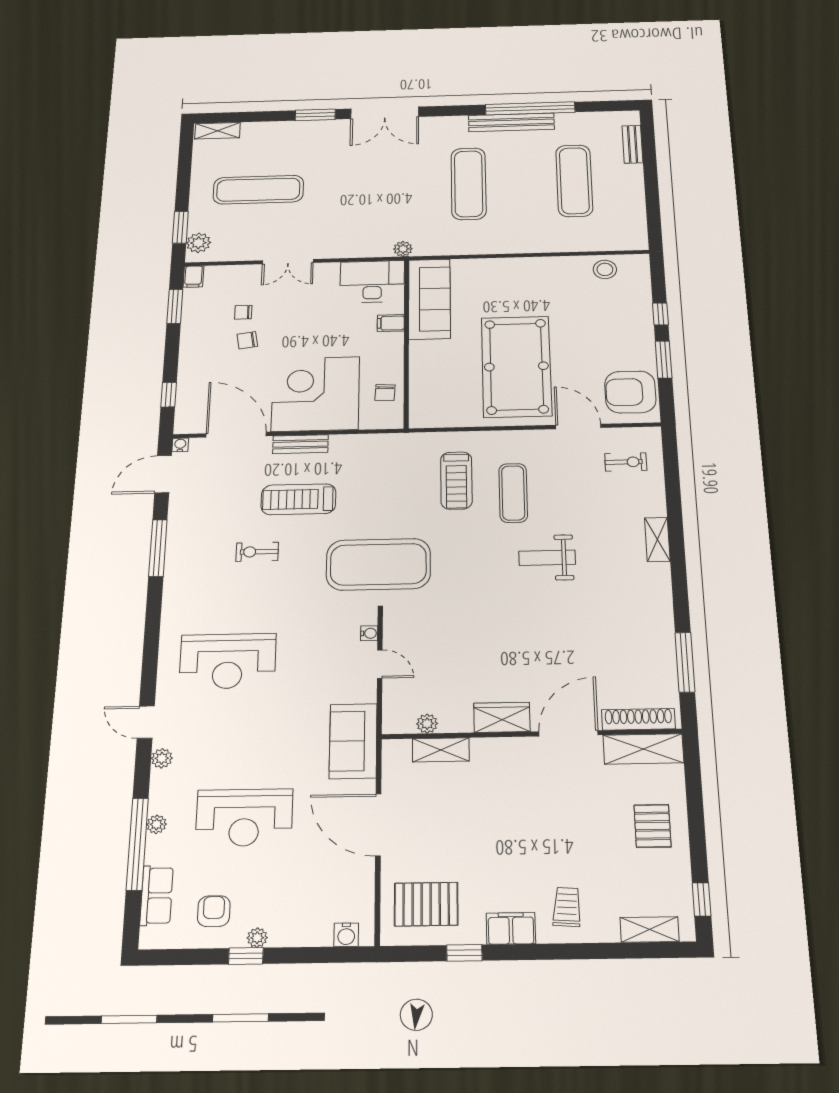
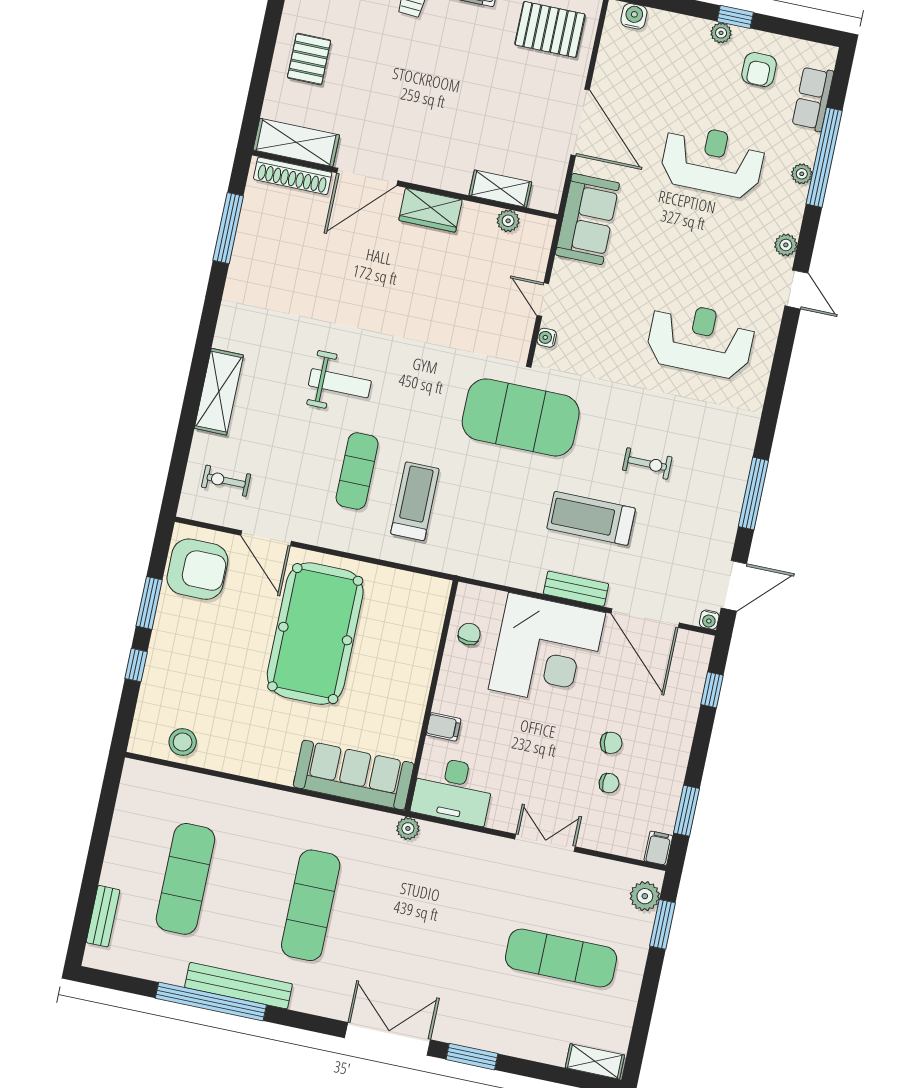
sofa: (429, 299) -> (354, 775), moved, turned 90
treadmill: (298, 499) -> (591, 518), turned 180
shelving: (657, 539) -> (219, 392), width x1.50, depth x1.33

